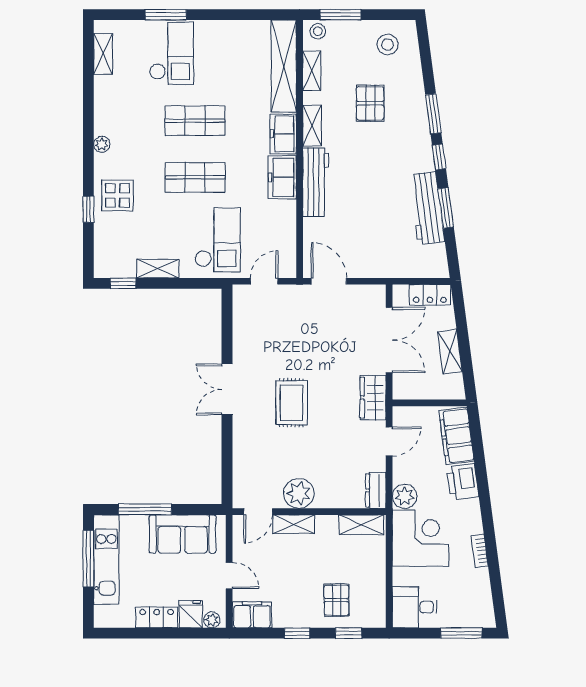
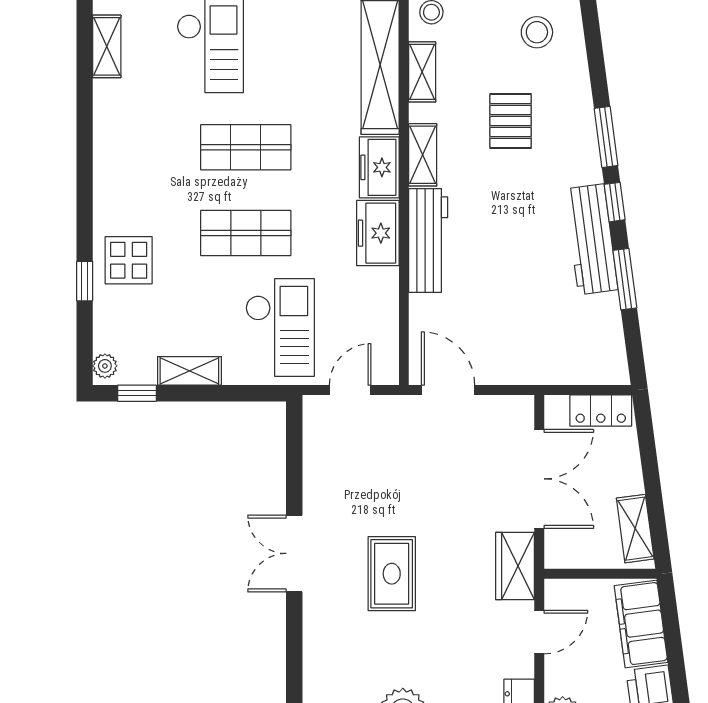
plant: (102, 144) -> (105, 366), moved
workbench: (427, 208) -> (591, 239), moved
shelving: (450, 352) -> (635, 529), moved

